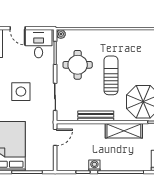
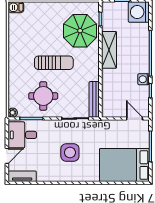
sun lounger: (111, 75) -> (54, 63), turned 180
bench: (96, 116) -> (94, 99), moved
door: (55, 137) -> (134, 118), moved

